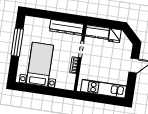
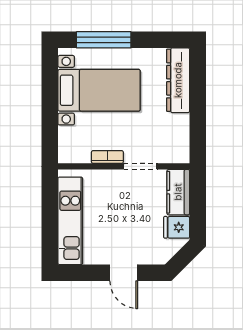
dresser: (66, 28) -> (178, 80), moved
window: (17, 42) -> (104, 40), moved

